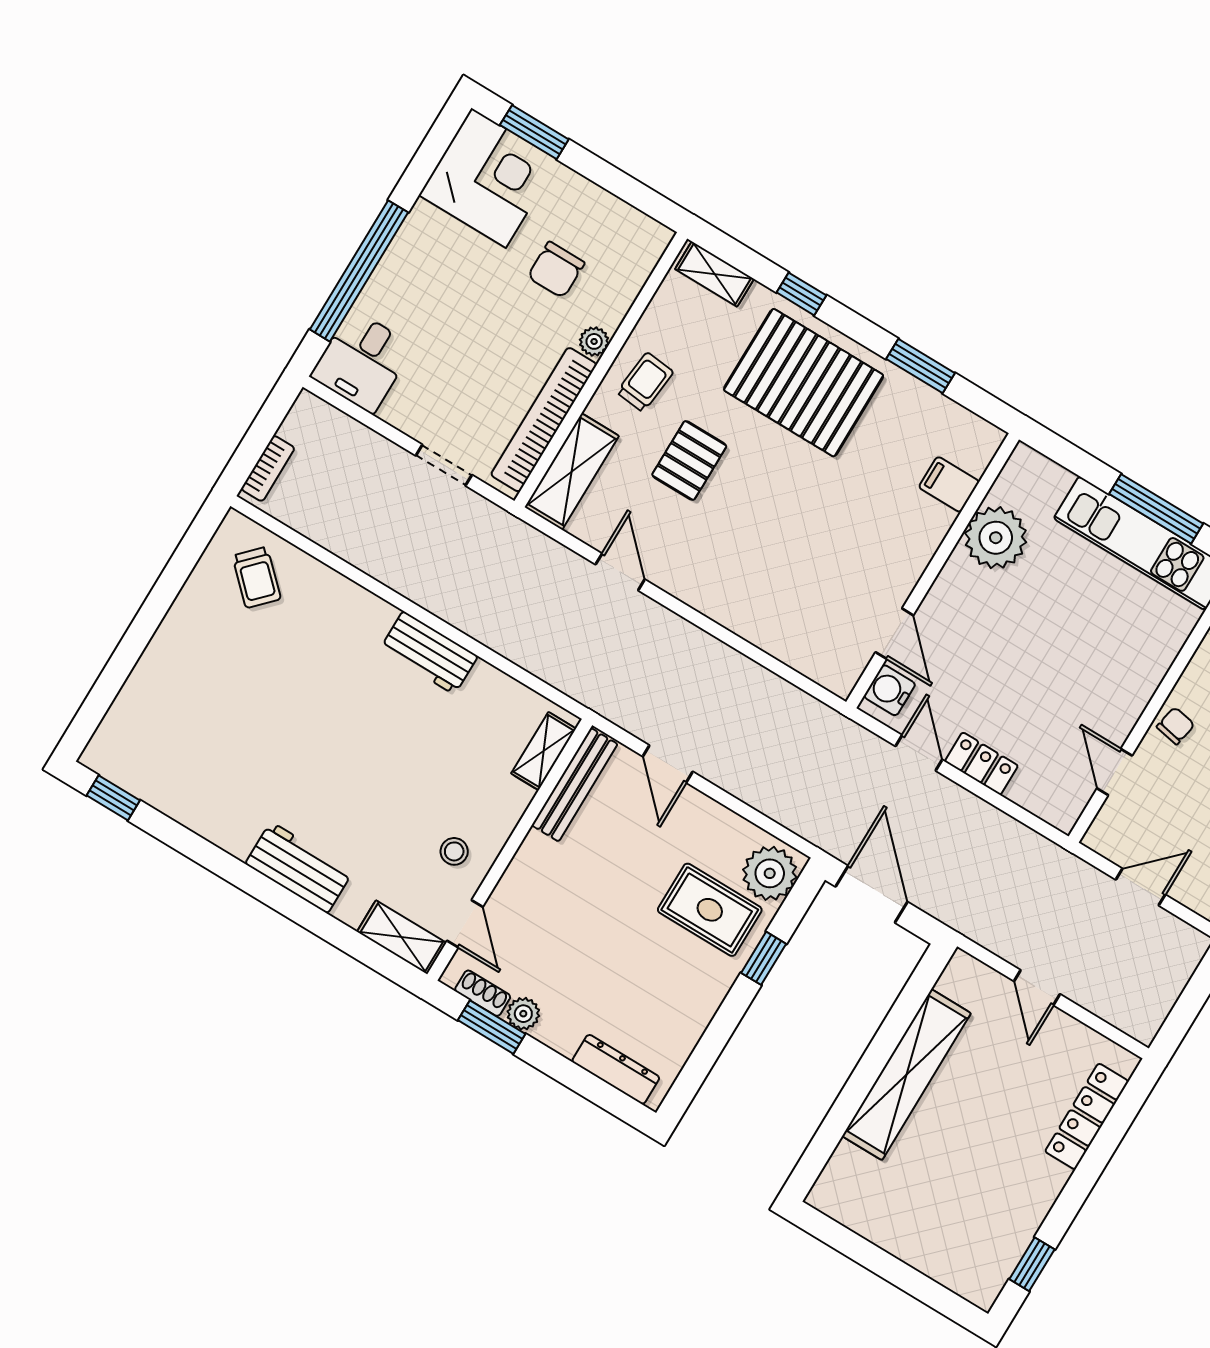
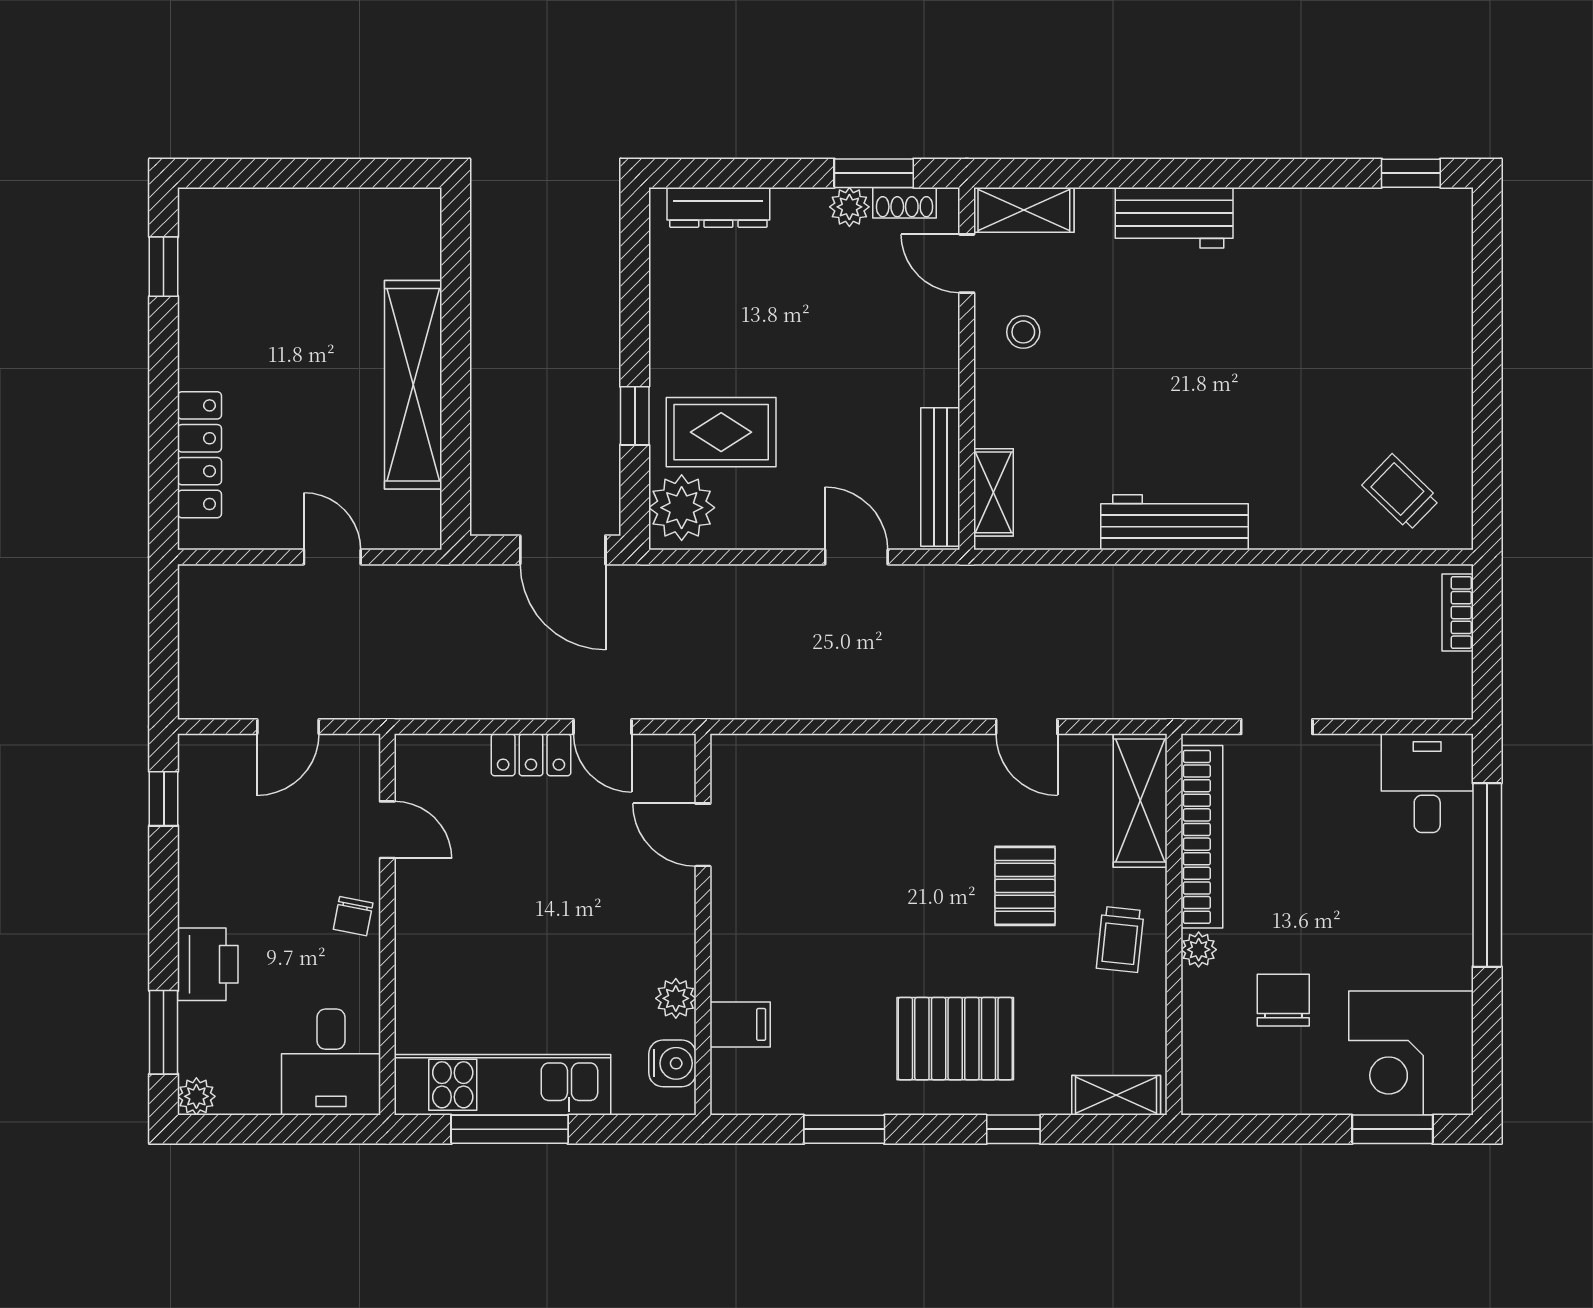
pallet: (804, 383) -> (955, 1039), width x0.73, depth x0.71
plant: (996, 538) -> (676, 998), width x0.53, depth x0.53
workbench: (429, 653) -> (1175, 522), width x1.38
water cooler: (890, 690) -> (672, 1063), moved

